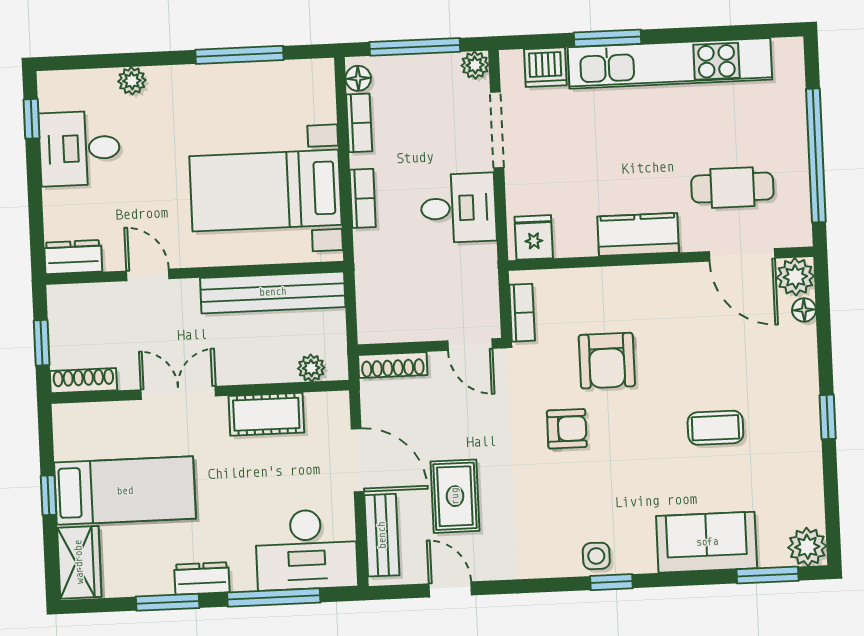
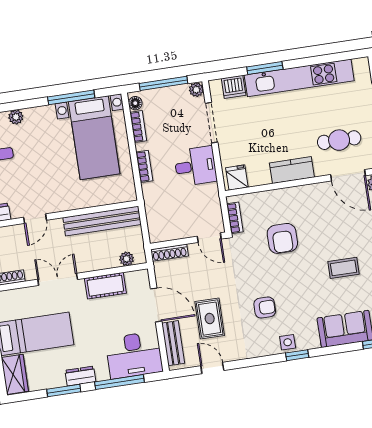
bed with nightstands: (265, 191) -> (94, 138), moved, turned -90
door: (148, 275) -> (35, 219), swing flipped
armchair: (567, 429) -> (265, 308), moved

